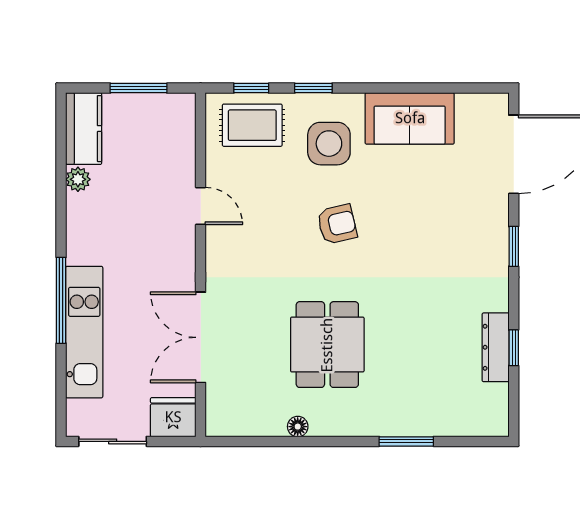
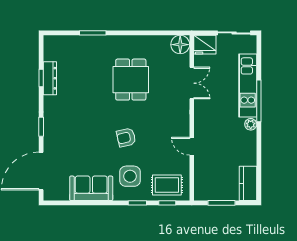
plant: (78, 179) -> (251, 124), moved
double door: (201, 337) -> (192, 83), width x0.73
floor lamp: (298, 427) -> (180, 45), moved, width x1.89, depth x1.89

